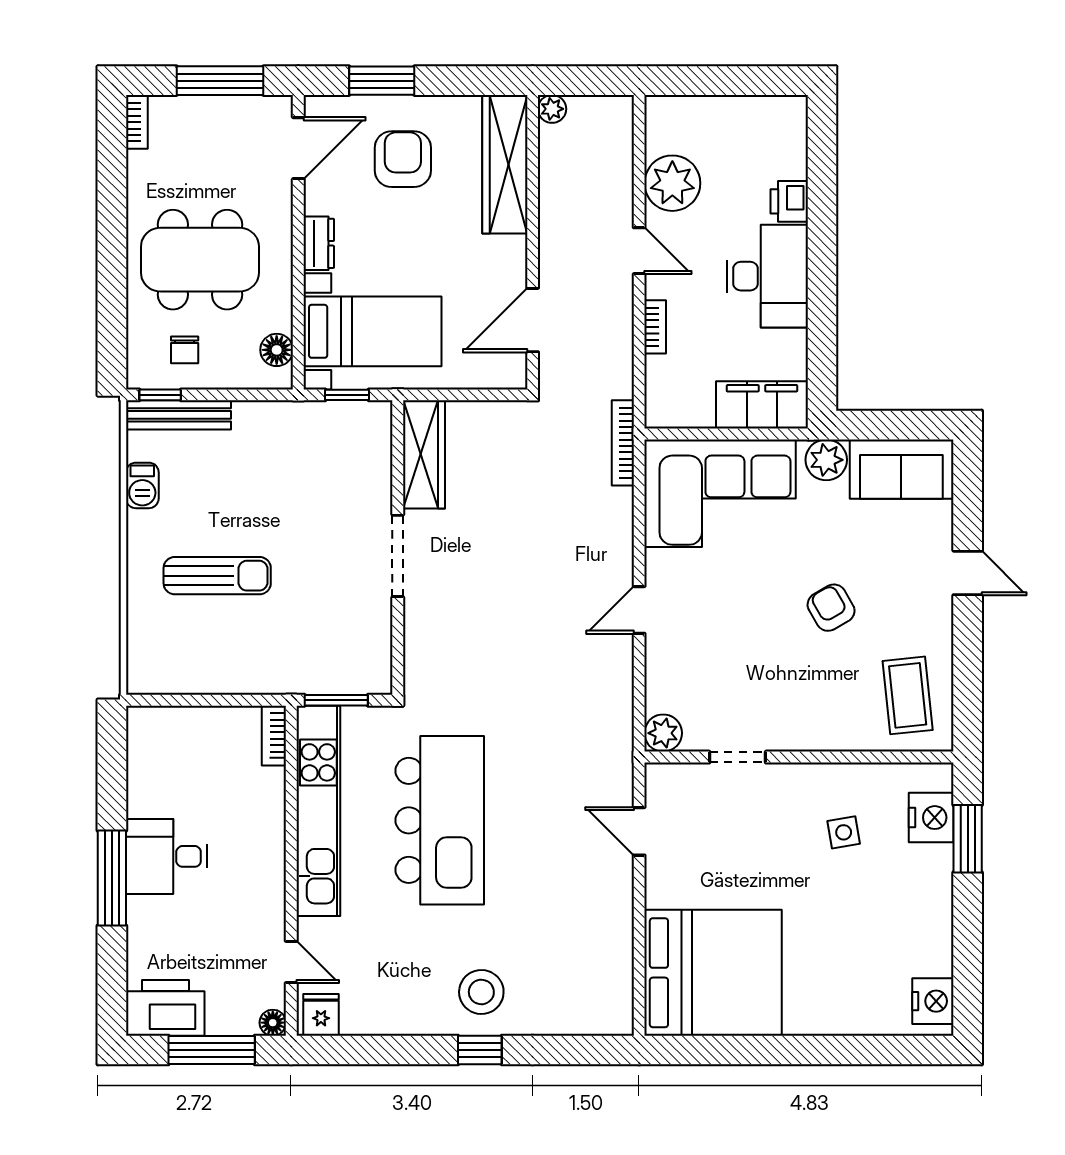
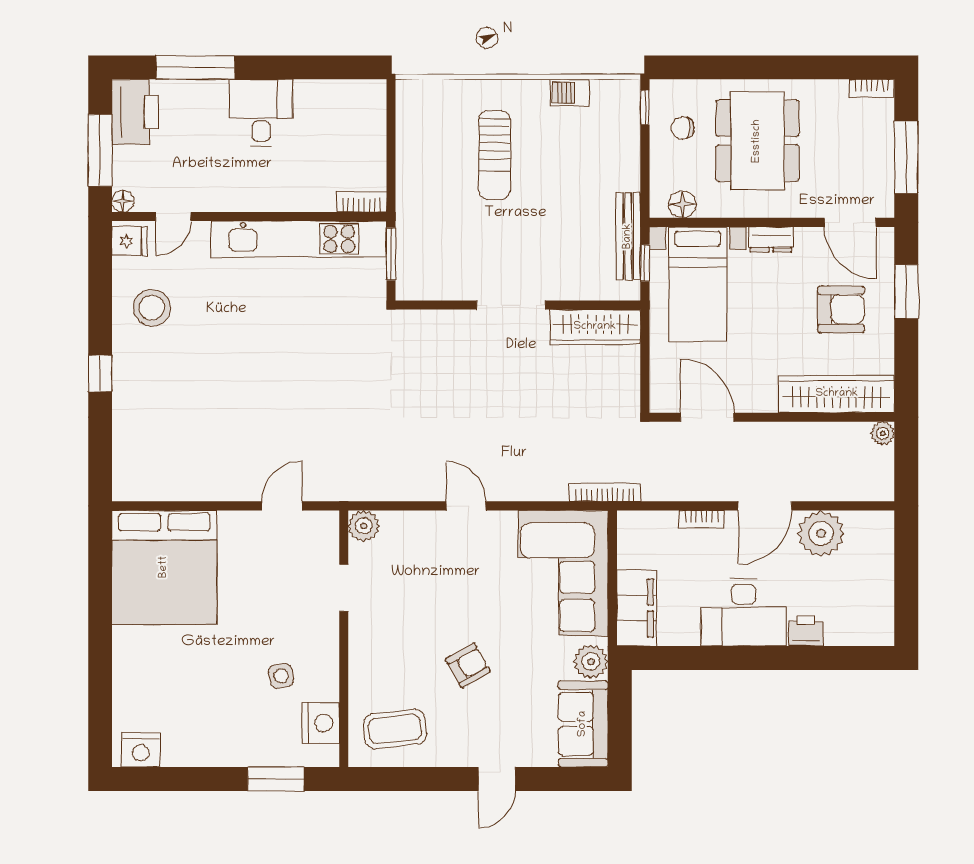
door: (639, 251) -> (765, 506), width x1.38
bench: (178, 415) -> (628, 236), moved
nightstand: (931, 818) -> (321, 723), moved, turned -90
kitchen island: (440, 820) -> (291, 340), removed
window: (112, 878) -> (195, 67), moved
stool: (481, 992) -> (152, 308), moved

